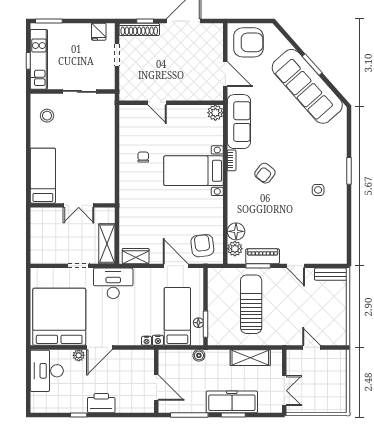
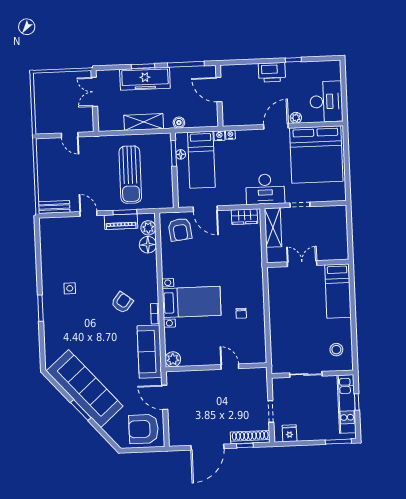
shelving: (250, 358) -> (144, 122), moved

